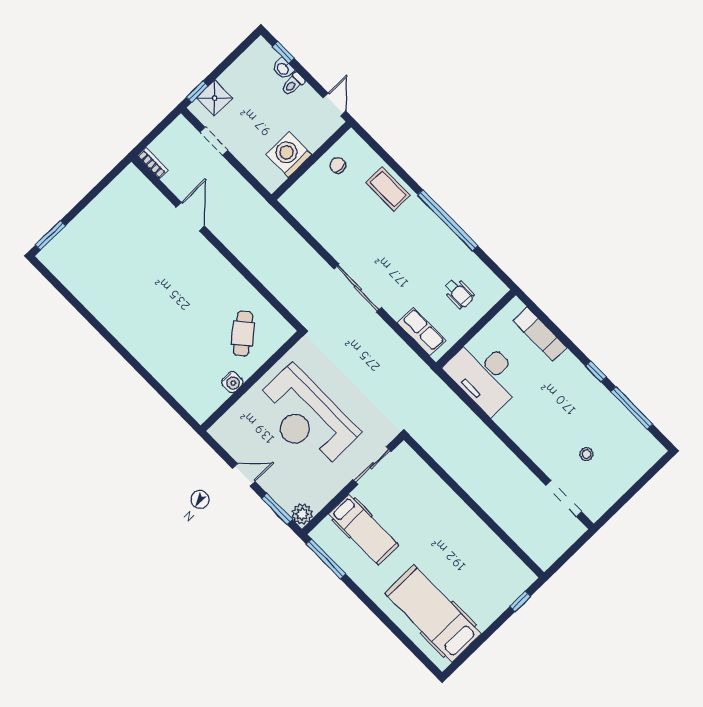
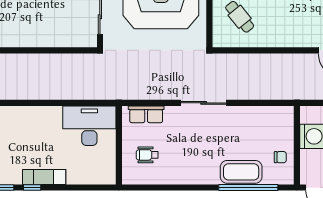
coffee table: (388, 189) -> (241, 172), width x1.36, depth x1.32
window: (448, 220) -> (248, 188), moved
exam couch: (540, 334) -> (44, 177), moved

